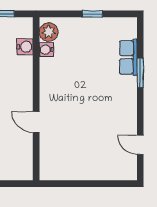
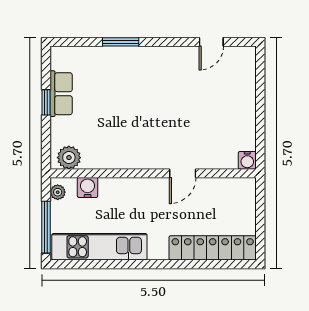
plant: (21, 23) -> (58, 192), added
water cooler: (46, 50) -> (247, 160), moved
row of seats: (128, 57) -> (61, 94), moved, turned -90

